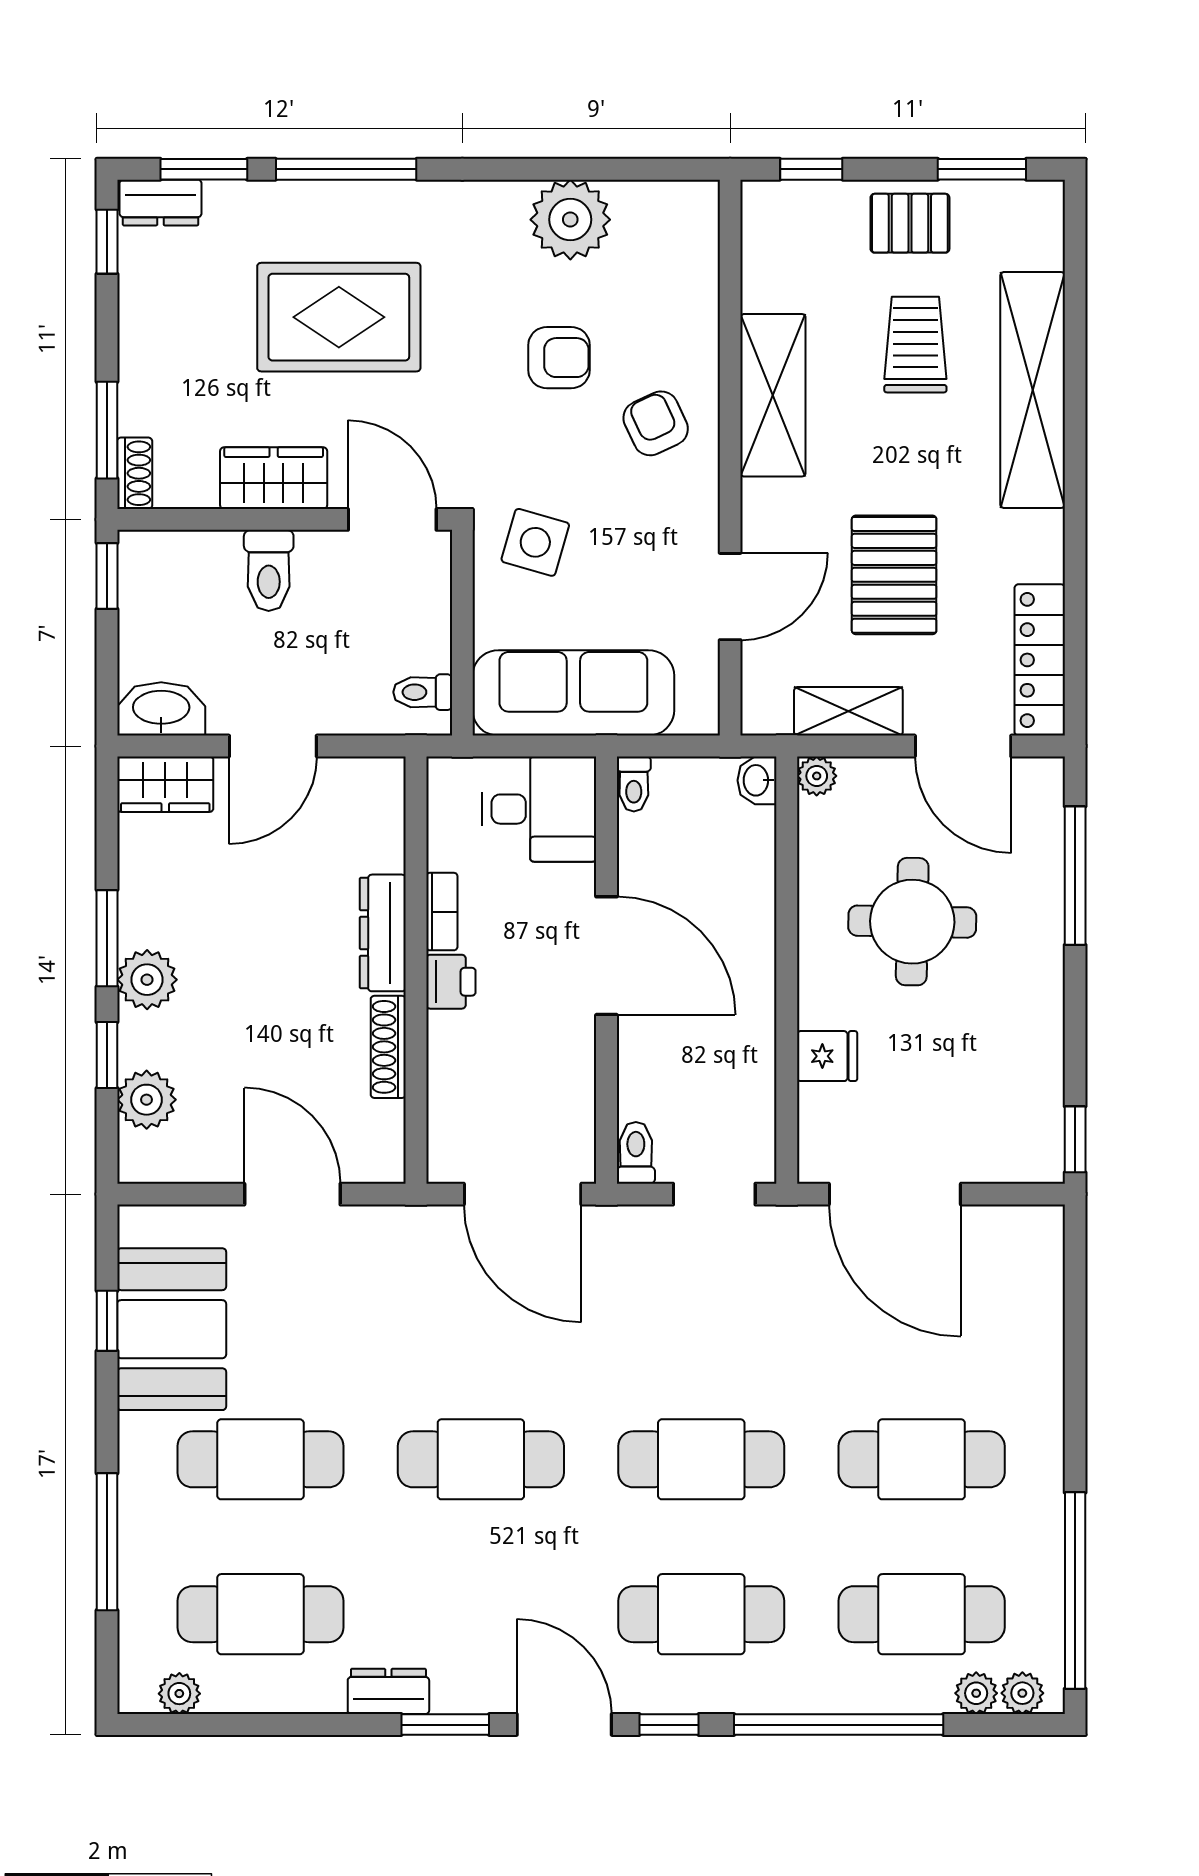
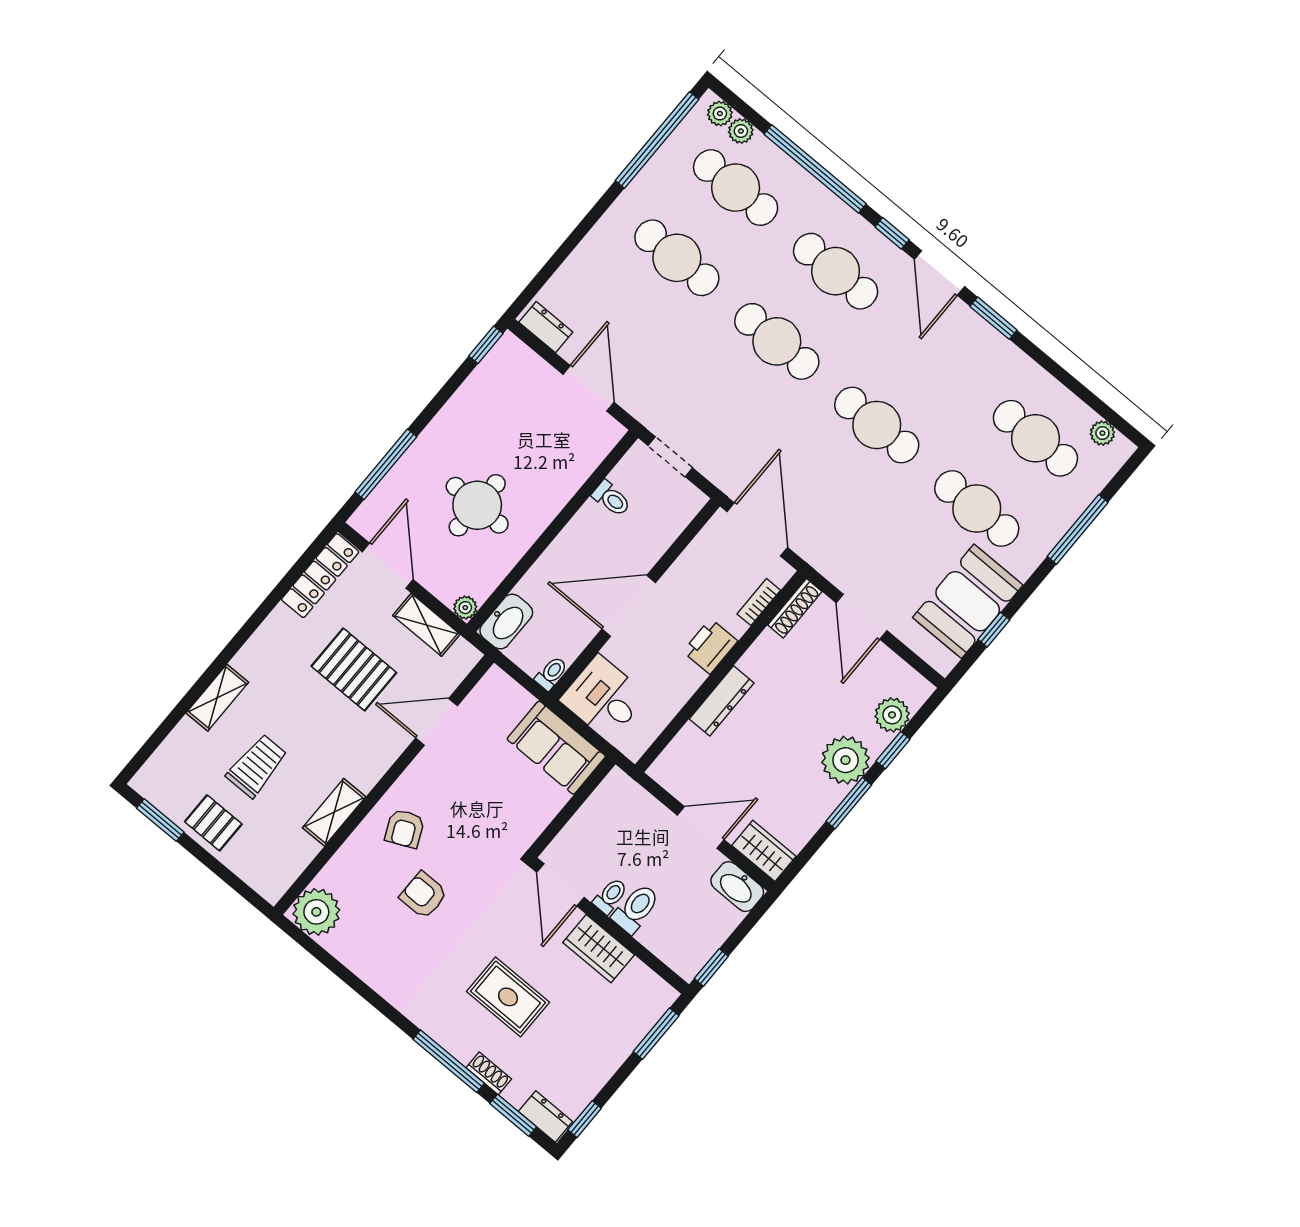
window: (811, 169) -> (238, 885), removed
plant: (570, 220) -> (316, 912), moved
rug: (339, 317) -> (508, 997), width x0.73, depth x0.70
trolley: (915, 345) -> (257, 766), turned 180
shelving: (1033, 390) -> (217, 698), width x0.45, depth x0.75
shelving: (773, 395) -> (334, 812), width x0.67, depth x0.75
shoe rack: (135, 473) -> (489, 1073), moved, turned 90
side table: (535, 542) -> (504, 820), removed
pallet: (894, 575) -> (354, 669), turned 90
toilet: (423, 692) -> (610, 896), moved, turned -90
sofa: (573, 693) -> (556, 748), width x0.73
washbasin: (757, 780) -> (506, 622), width x1.91, depth x1.45
bookcase: (442, 912) -> (759, 602), moved
door: (607, 956) -> (629, 606), hinge flipped
plant: (147, 980) -> (846, 760), width x1.36, depth x1.36
printer: (451, 982) -> (710, 646), width x1.36, depth x1.24
shoe rack: (388, 1047) -> (795, 608), moved
fridge: (827, 1056) -> (567, 477), removed
toilet: (636, 1153) -> (611, 499), moved, turned -90
door: (895, 1194) -> (588, 388), width x0.73
dresser: (388, 1691) -> (546, 327), moved, turned 180

